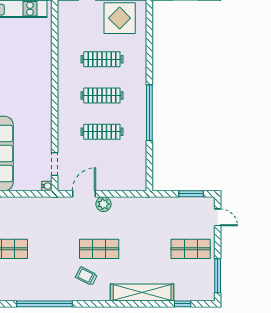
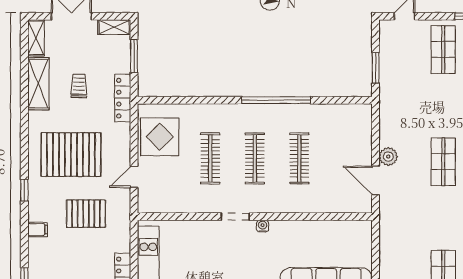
doorway: (55, 164) -> (235, 217), moved
water cooler: (47, 186) -> (263, 226), moved
window: (191, 194) -> (376, 68), moved

